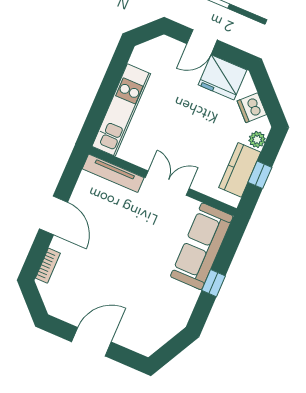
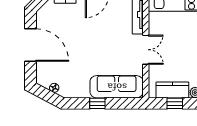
floor lamp: (166, 334) -> (54, 88), added
door: (91, 342) -> (31, 45), width x1.36

